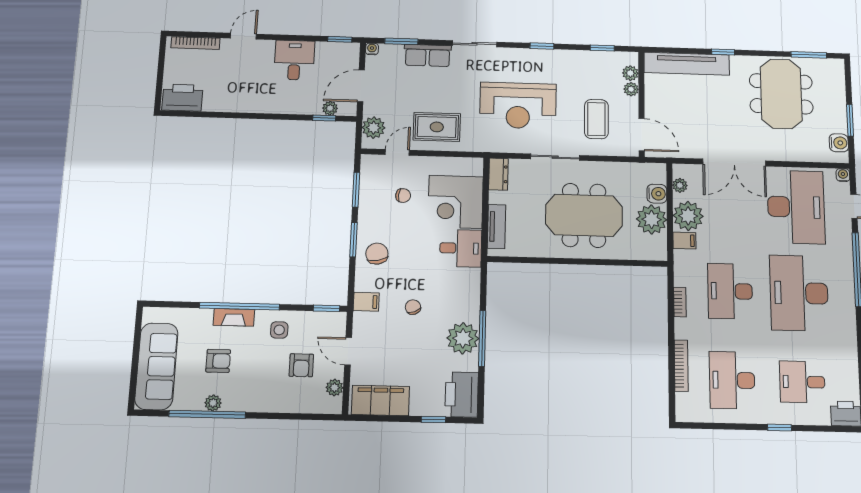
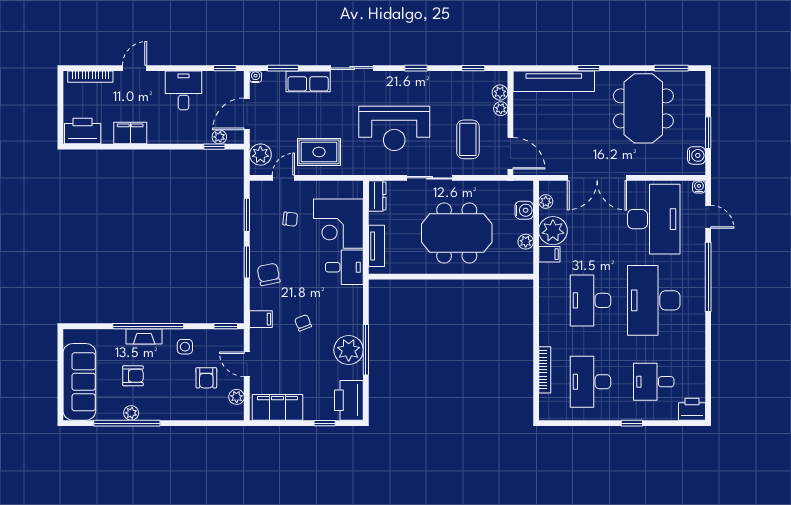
filing cabinet: (234, 101) -> (130, 133), added
plant: (652, 219) -> (526, 242), width x0.53, depth x0.53
bookcase: (680, 302) -> (544, 312), removed

